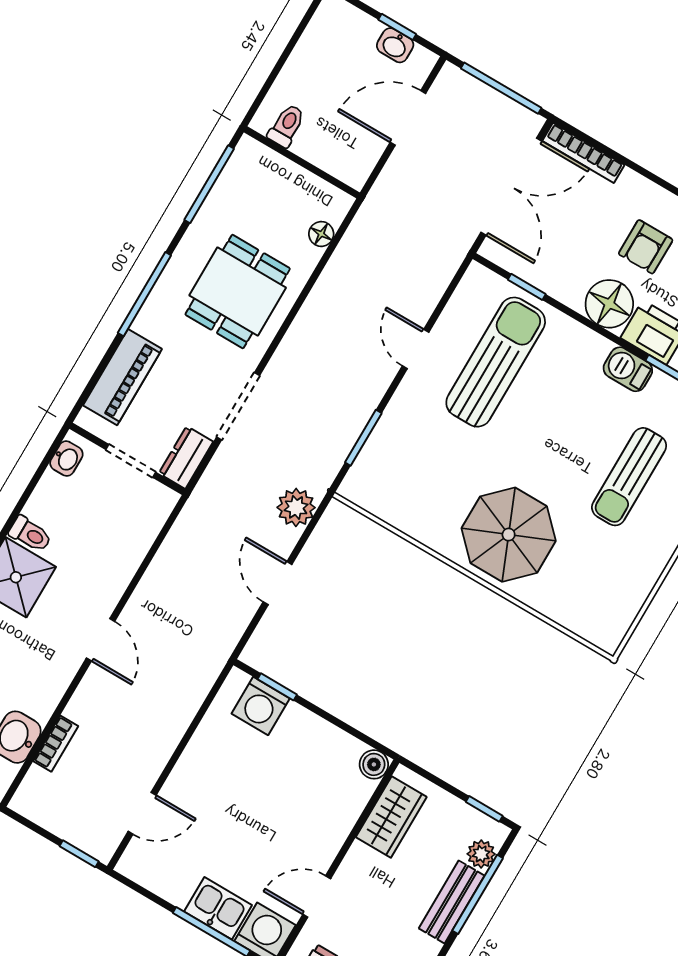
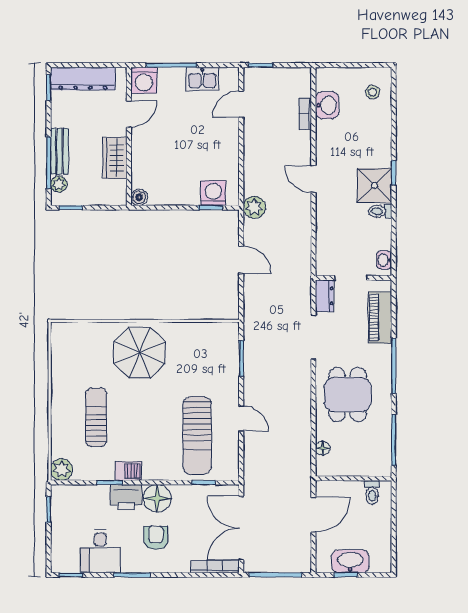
washbasin: (395, 45) -> (350, 561), width x1.91, depth x1.45
door: (408, 118) -> (313, 515), moved
plant: (296, 507) -> (254, 207), moved
wardrobe: (391, 817) -> (115, 158), moved
kitchen sink: (218, 908) -> (202, 79), moved

